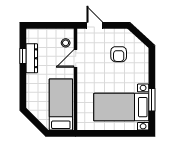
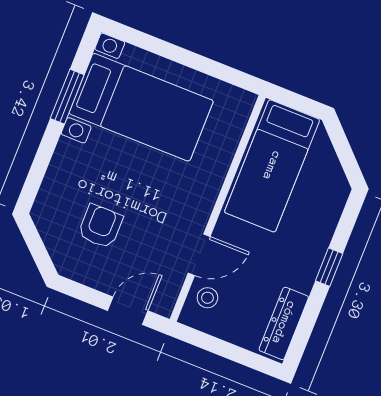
door: (95, 25) -> (128, 311), swing flipped
window: (23, 56) -> (329, 267), moved
dresser: (32, 58) -> (284, 323), moved

